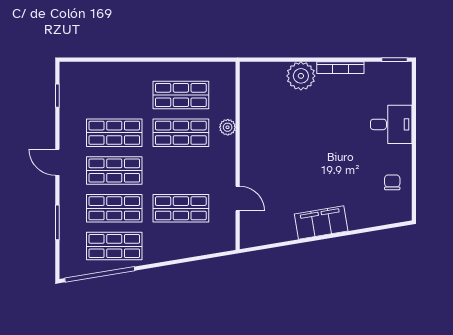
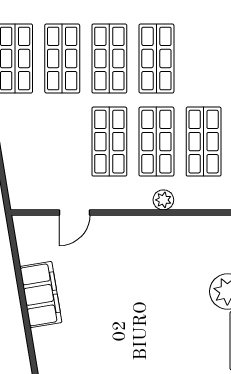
shop shelf: (181, 208) -> (109, 142), moved
filing cabinet: (321, 222) -> (41, 295), moved

